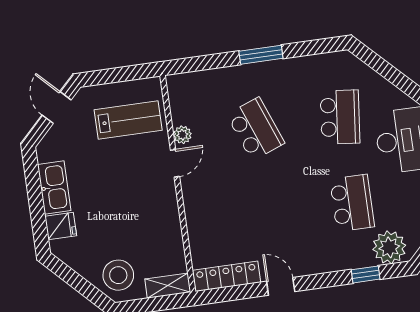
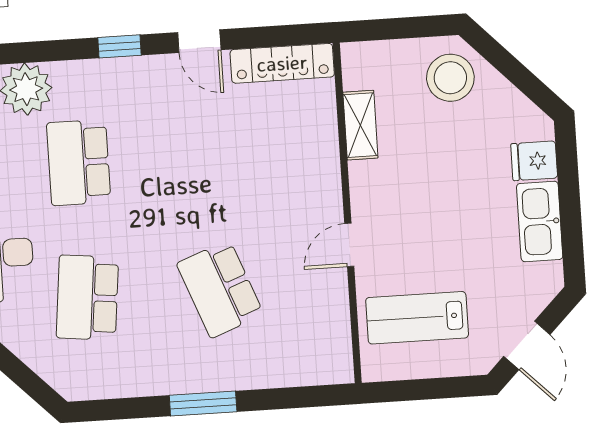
plant: (182, 135) -> (334, 288), removed
window: (366, 274) -> (120, 46), moved
shelving: (168, 286) -> (360, 125), moved, turned 90

